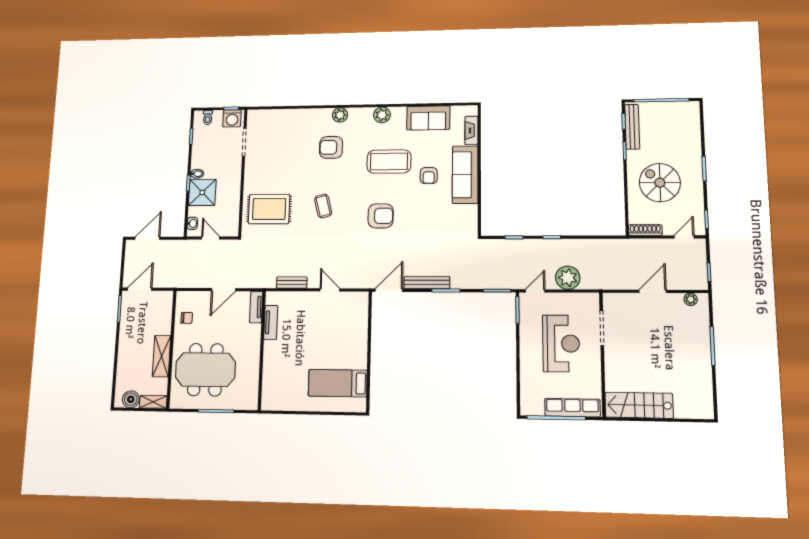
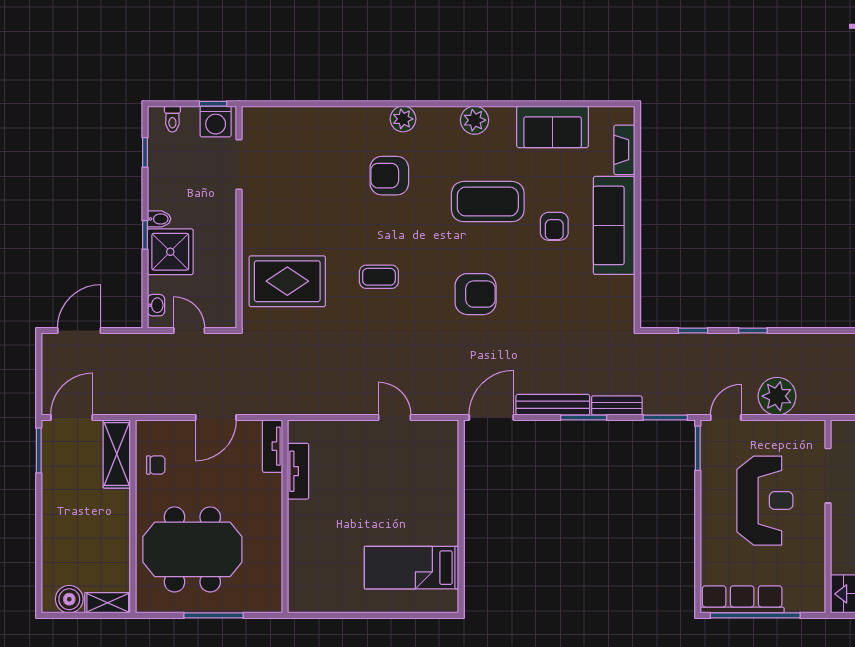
coffee table: (323, 206) -> (379, 277), turned -76
bench: (292, 283) -> (617, 405), moved
shelving: (162, 356) -> (117, 454), moved
row of seats: (572, 408) -> (742, 599), moved

